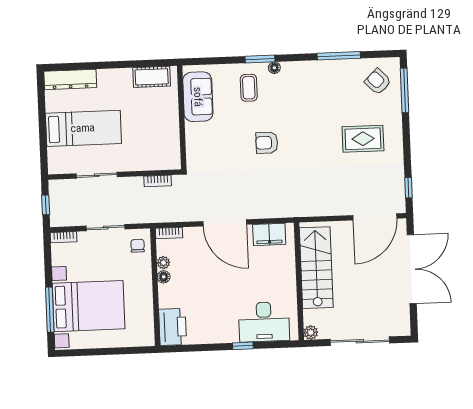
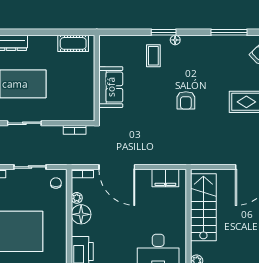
sofa: (198, 97) -> (111, 87), moved
armchair: (267, 143) -> (186, 100), moved, turned -90
door: (225, 223) -> (117, 167), moved
floor lamp: (164, 277) -> (81, 214), width x1.89, depth x1.89

